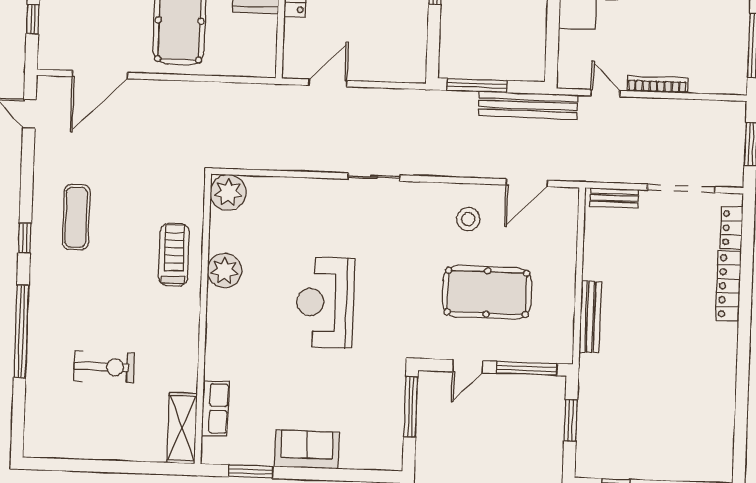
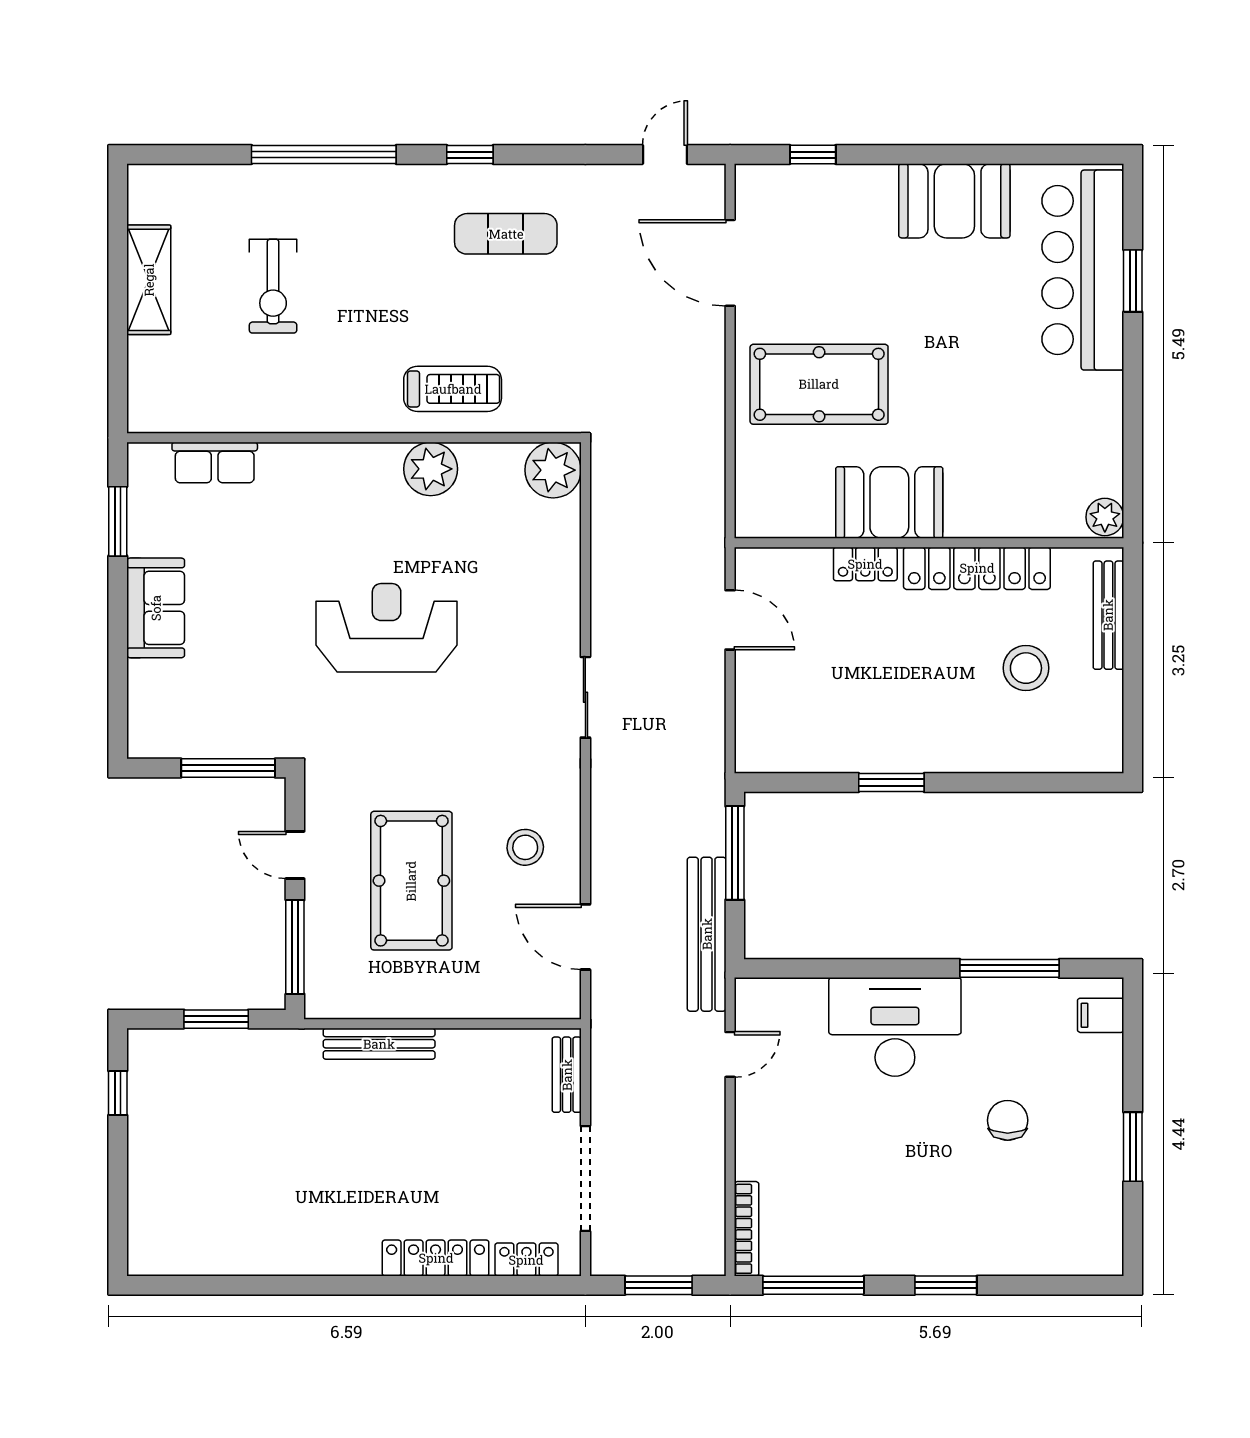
bookcase: (657, 84) -> (747, 1229), moved
shelving: (182, 428) -> (149, 280), moved, turned 90

